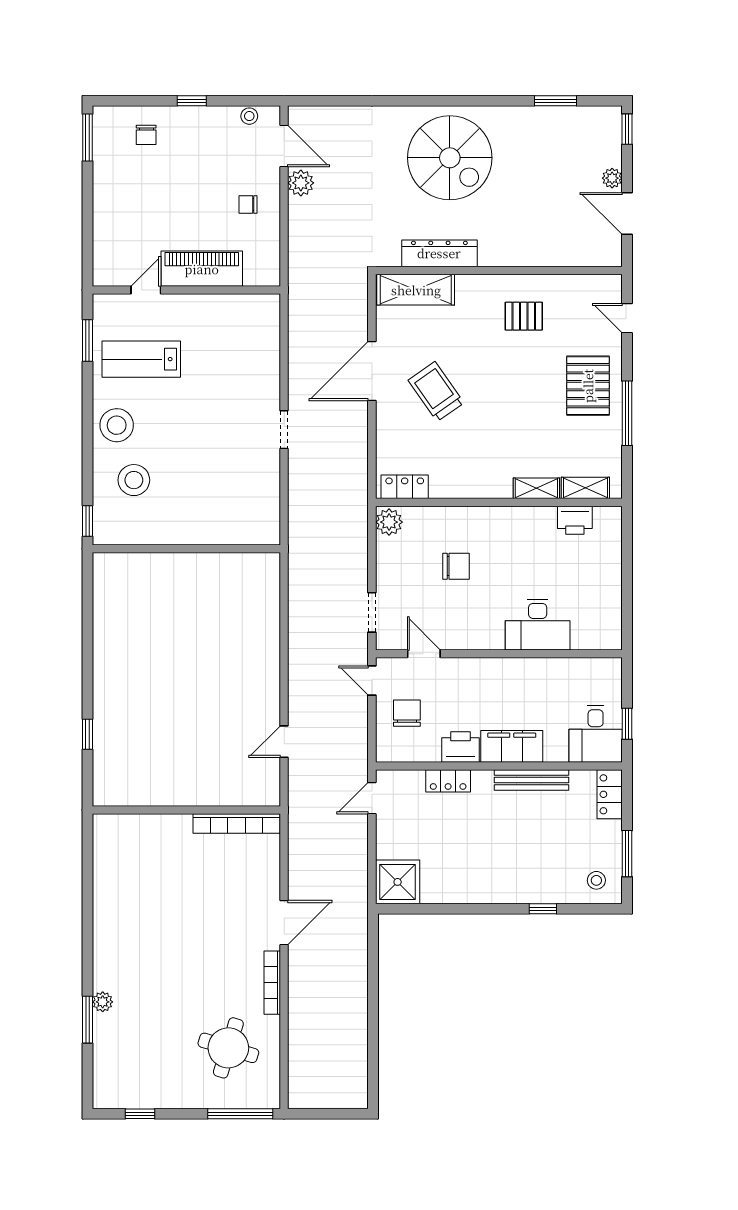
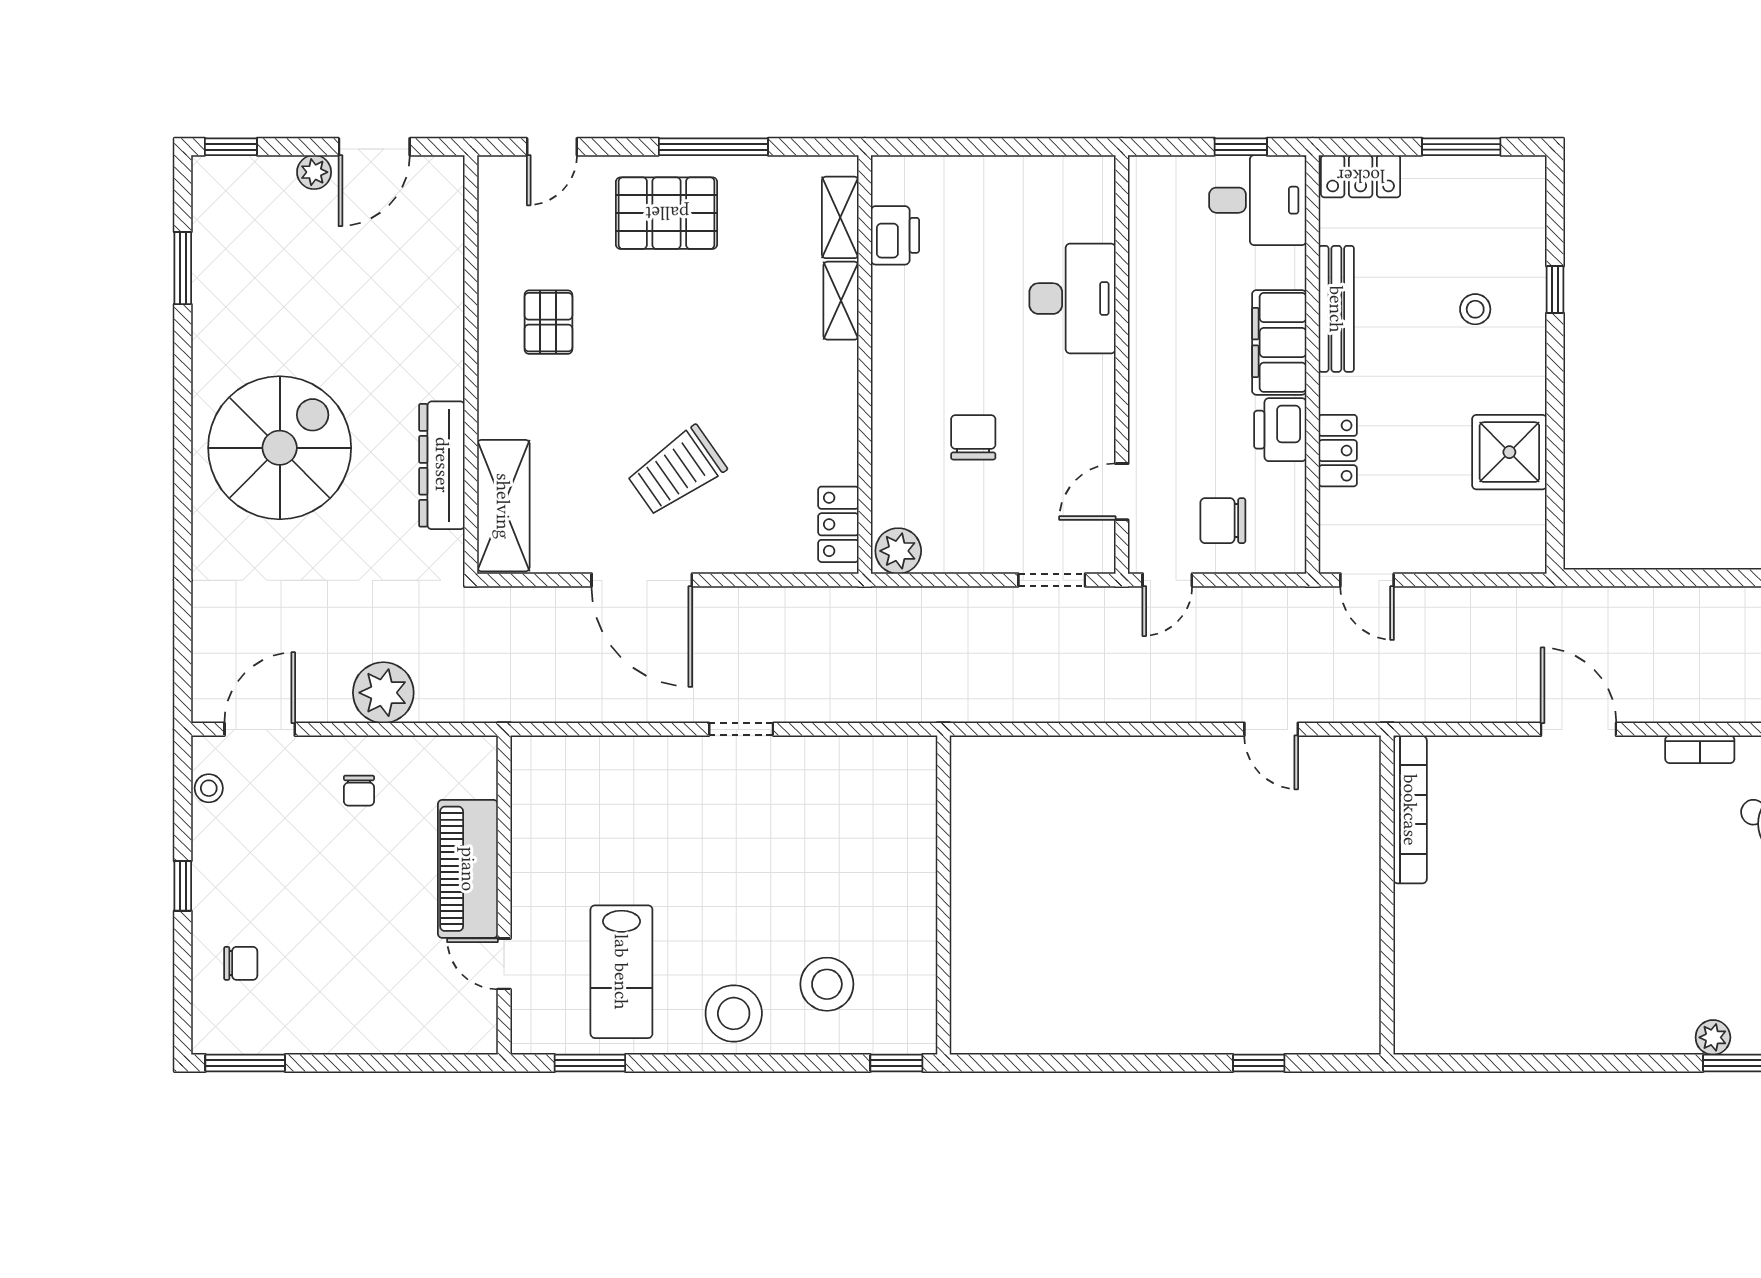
plant: (301, 183) -> (383, 693), moved, width x1.36, depth x1.36
stool: (596, 880) -> (1475, 309), moved
shower: (398, 882) -> (1509, 452), moved
bookcase: (272, 983) -> (1700, 749), width x0.64

